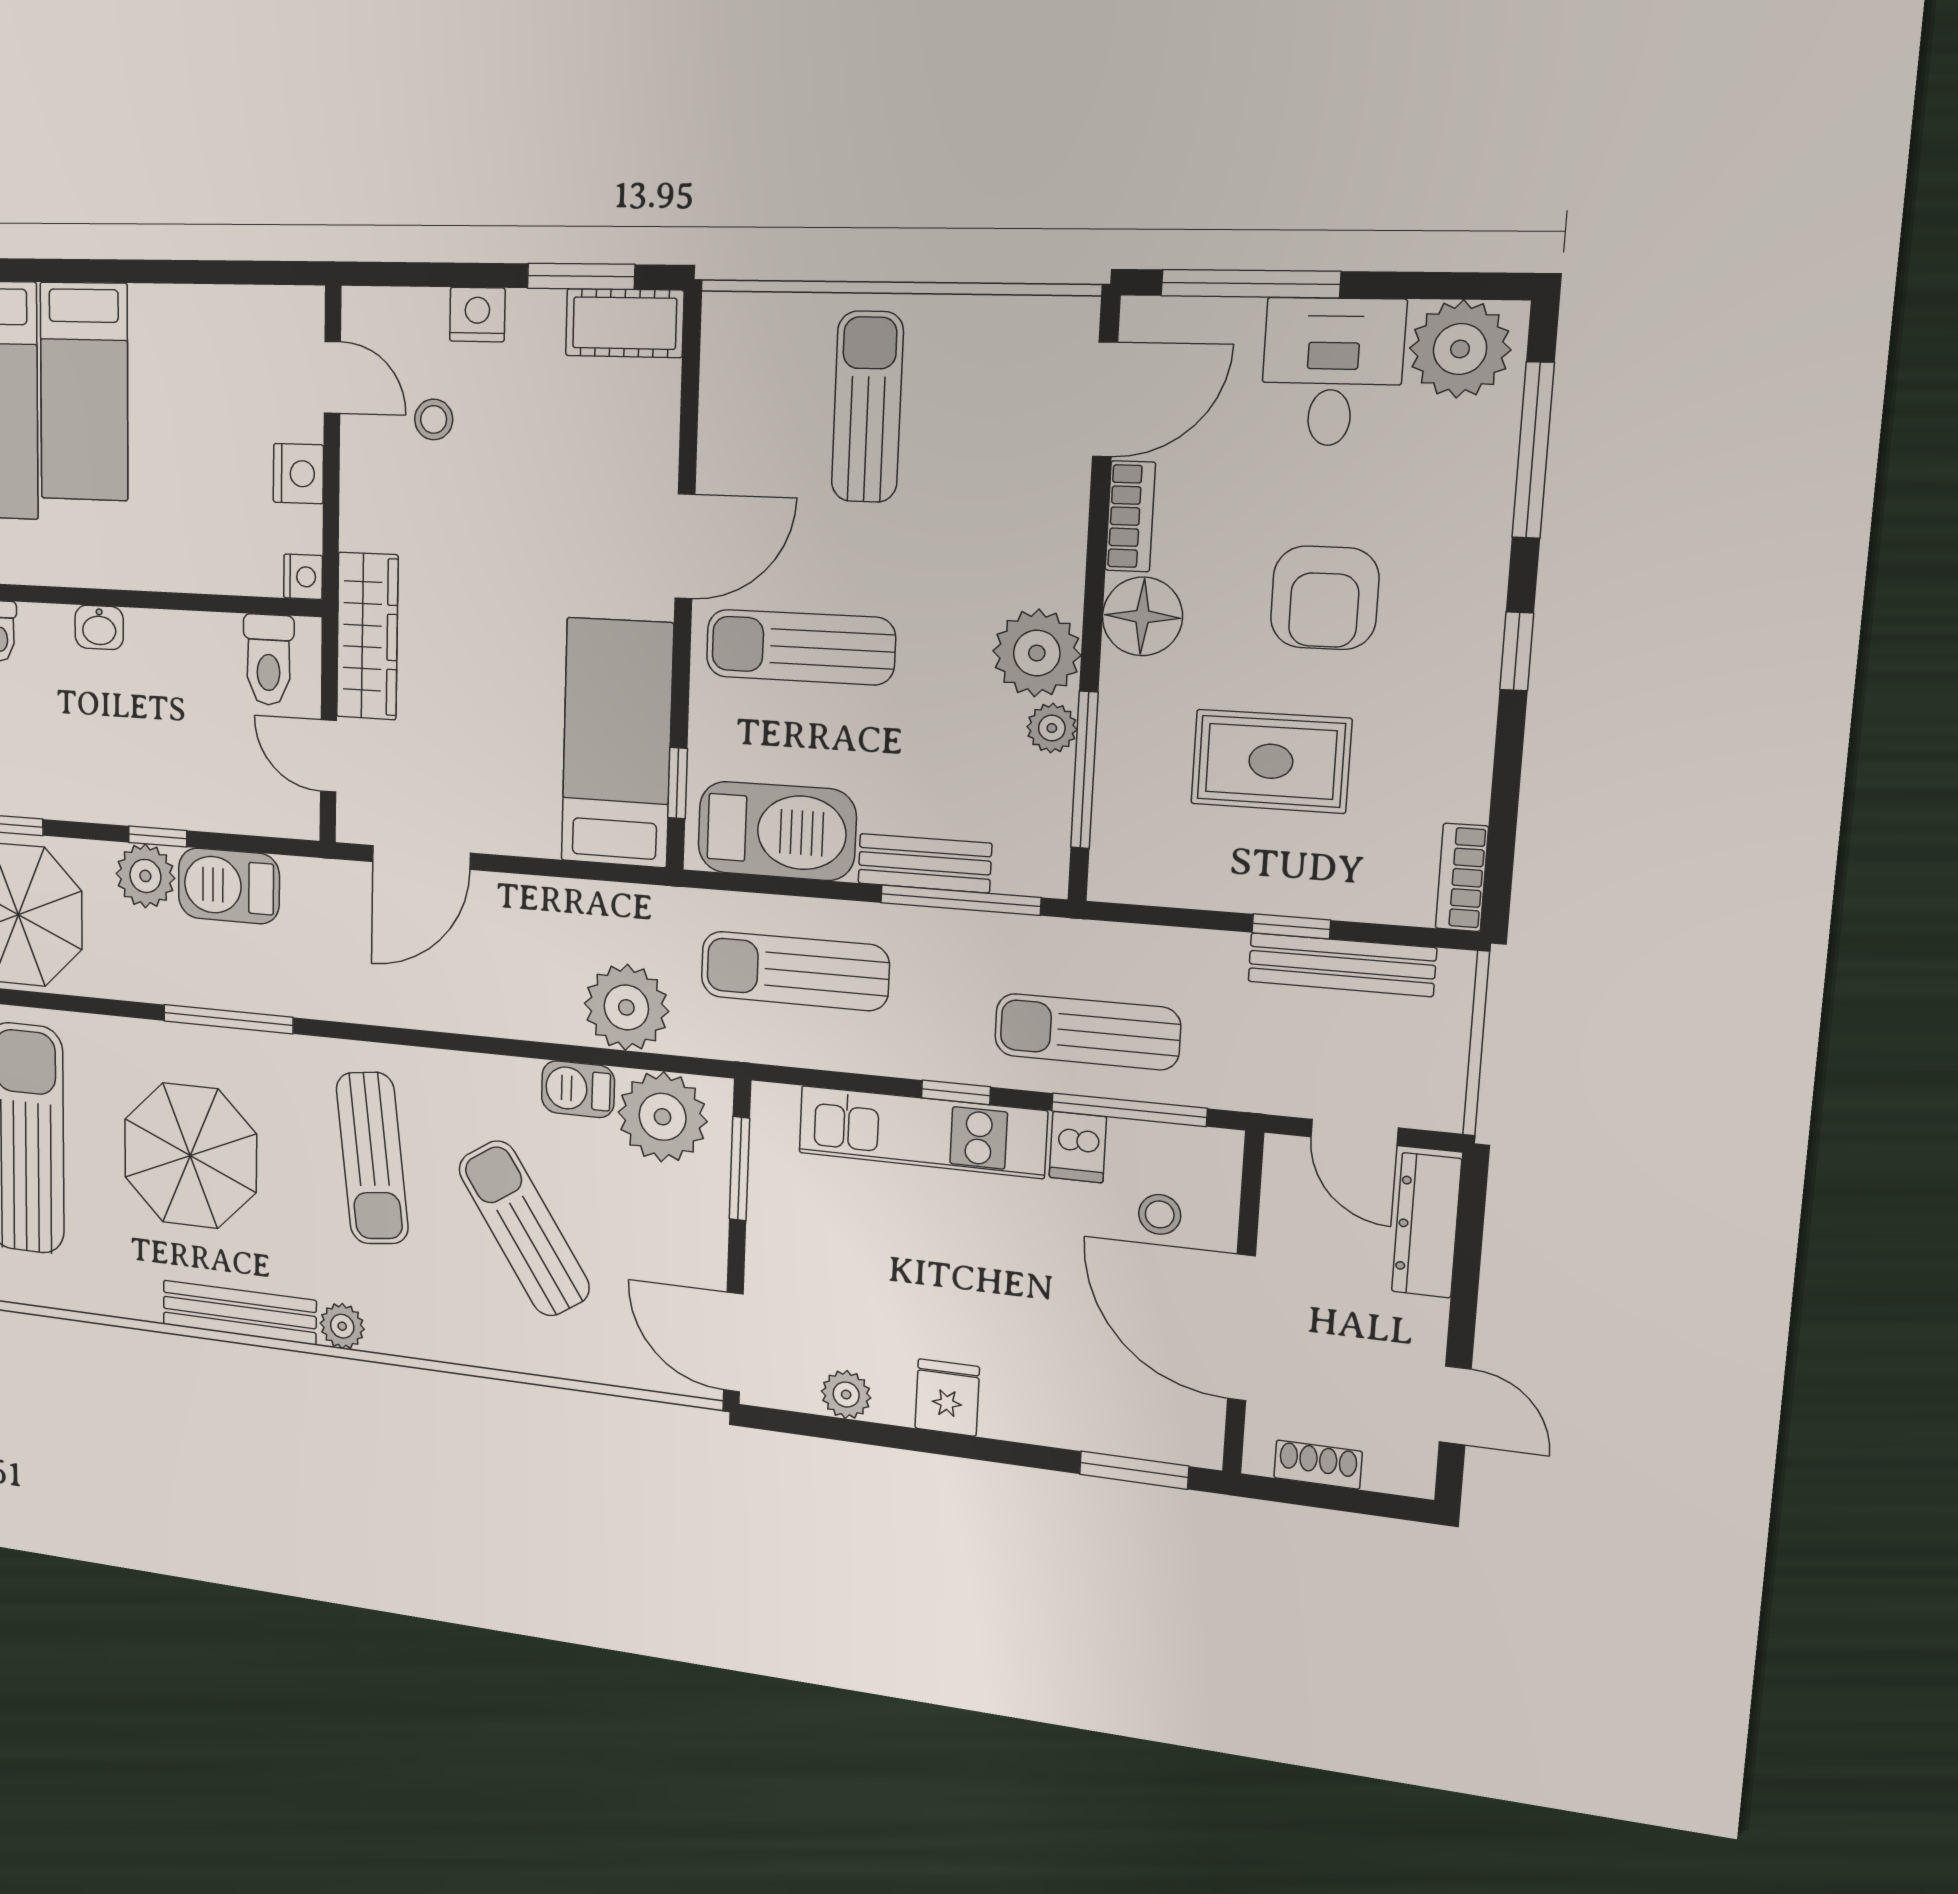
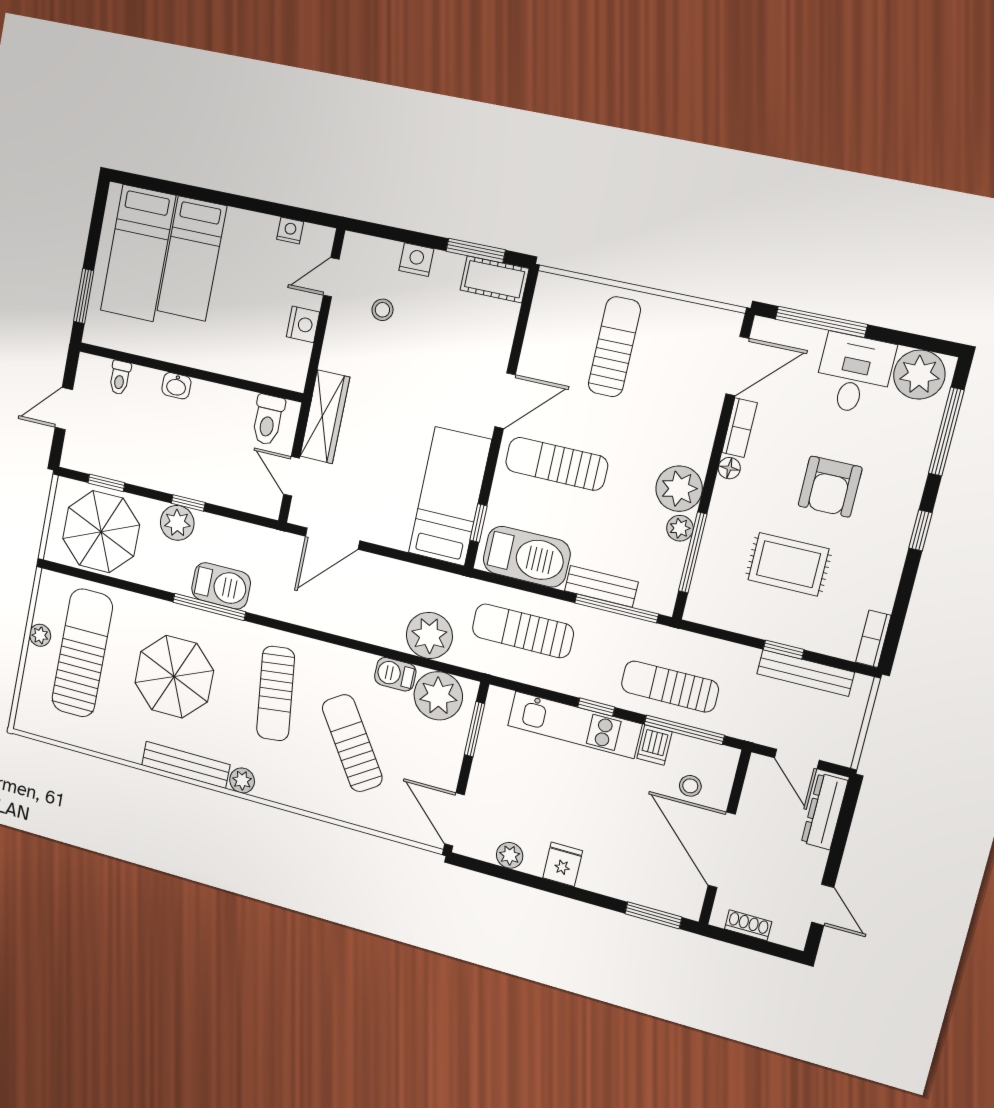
door: (332, 377) -> (331, 277), swing flipped
nightstand: (303, 577) -> (290, 231), moved, turned -90
floor lamp: (1142, 616) -> (729, 468), width x0.53, depth x0.53
barbecue: (229, 886) -> (221, 586), moved, turned 180

